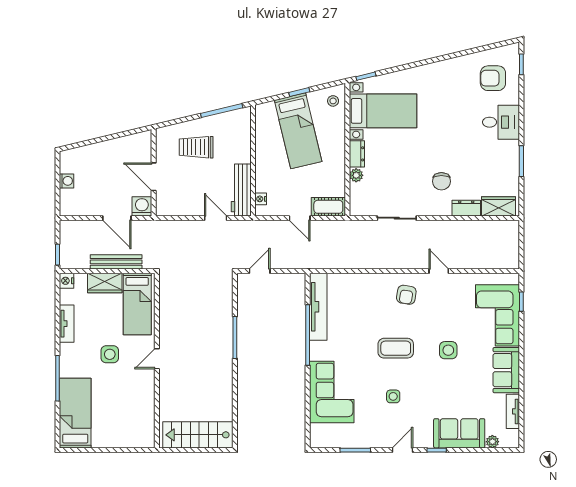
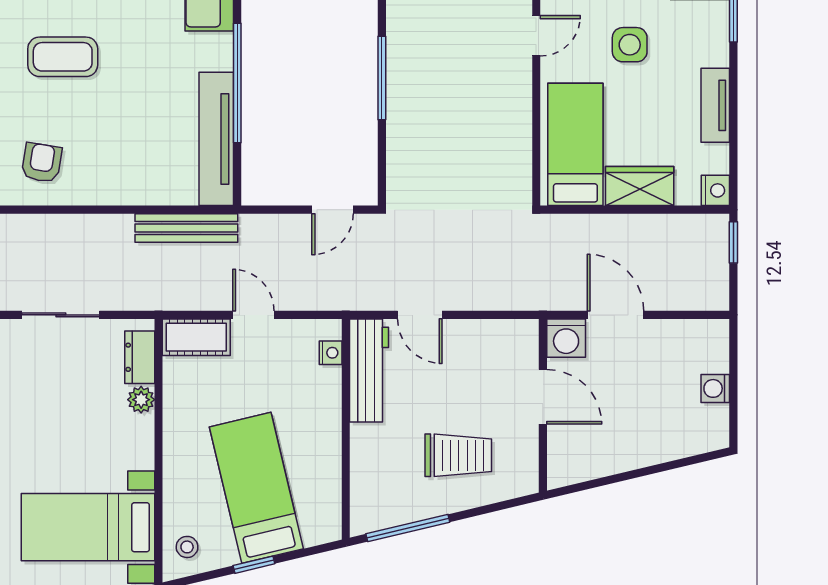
dresser: (357, 154) -> (140, 357), moved
bench: (116, 262) -> (186, 228), moved

